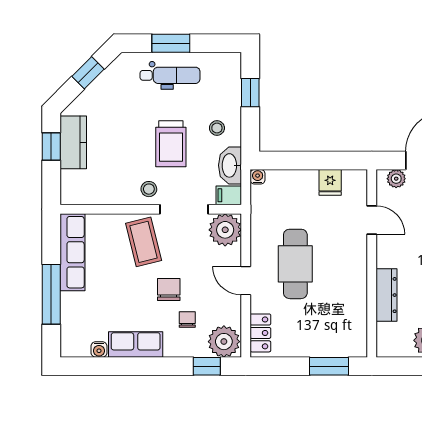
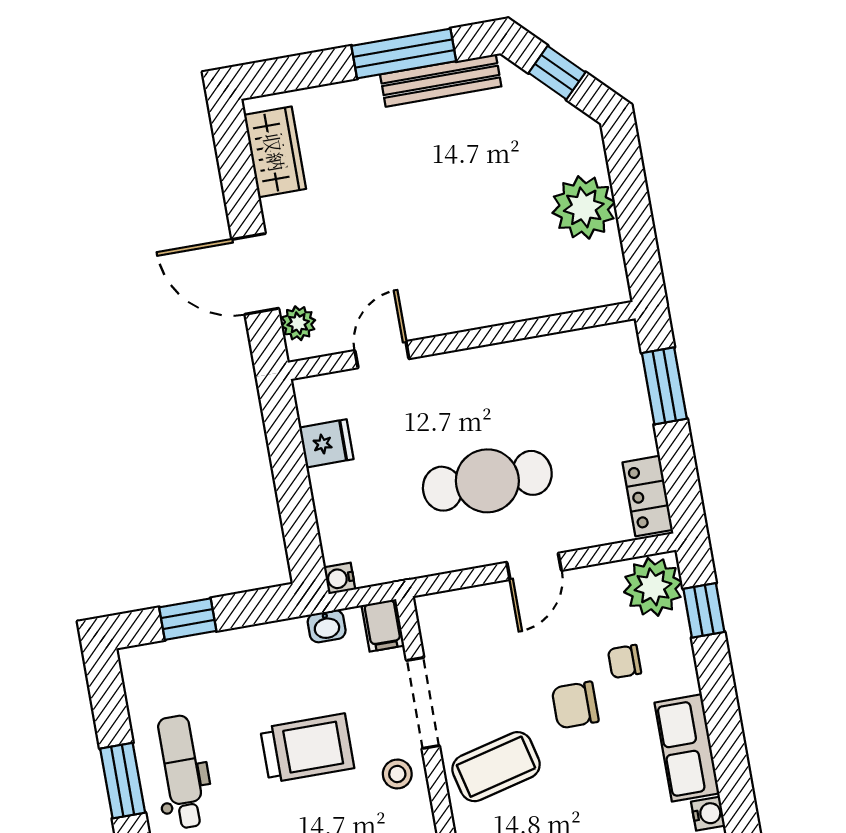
stool: (217, 128) -> (263, 669), removed
washbasin: (230, 165) -> (327, 626), width x0.52, depth x0.69
plant: (225, 230) -> (447, 621), removed
dresser: (387, 295) -> (515, 303), removed
locker: (260, 333) -> (648, 496), moved, turned -90

